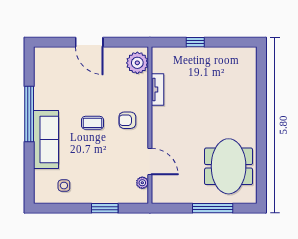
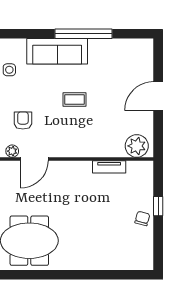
chair: (207, 57) -> (142, 218), added
armchair: (127, 120) -> (23, 121), moved
coffee table: (93, 123) -> (74, 99), turned 90

